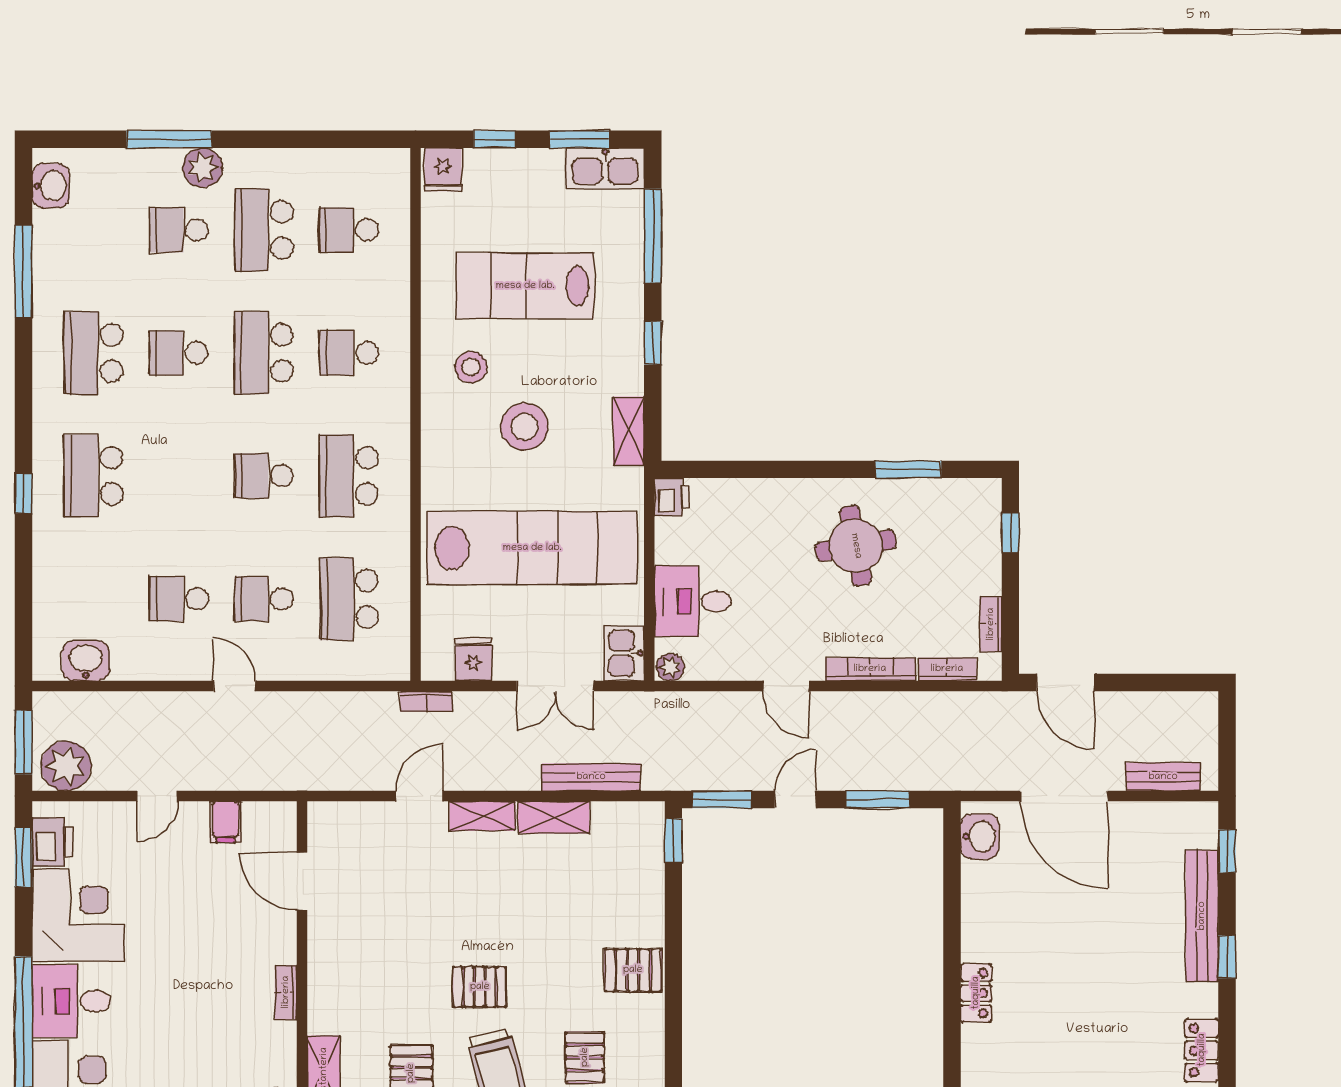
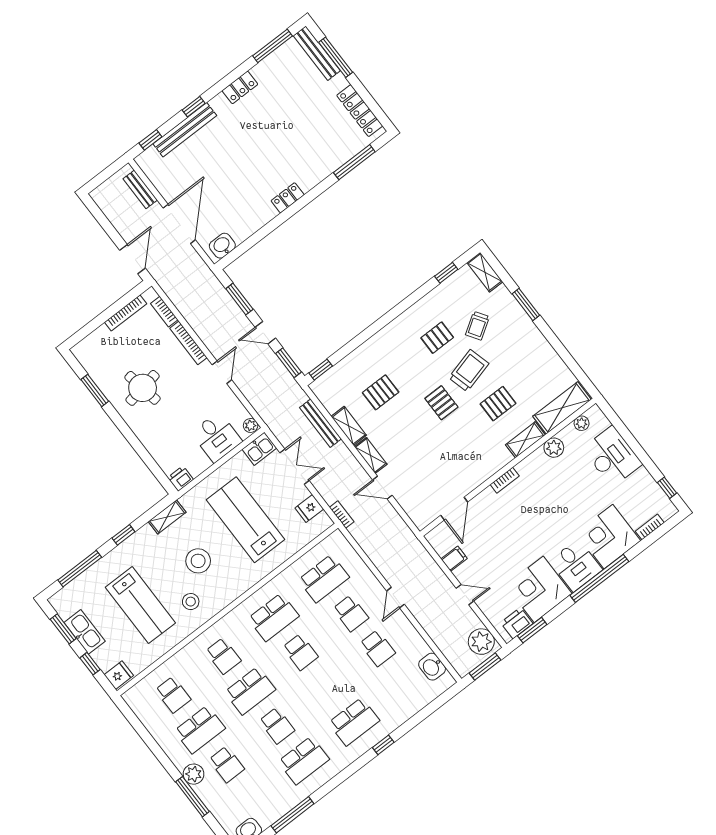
kitchen sink: (605, 168) -> (85, 632), moved
window: (1010, 533) -> (88, 329), removed
lab bench: (532, 548) -> (245, 520), width x0.73
bookcase: (991, 624) -> (126, 313), width x1.56
pallet: (633, 970) -> (381, 392), moved, turned 90

